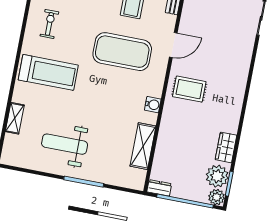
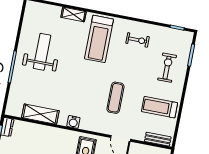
exercise mat: (122, 52) -> (115, 98), width x0.50, depth x0.69
shelving: (15, 118) -> (74, 14), moved

